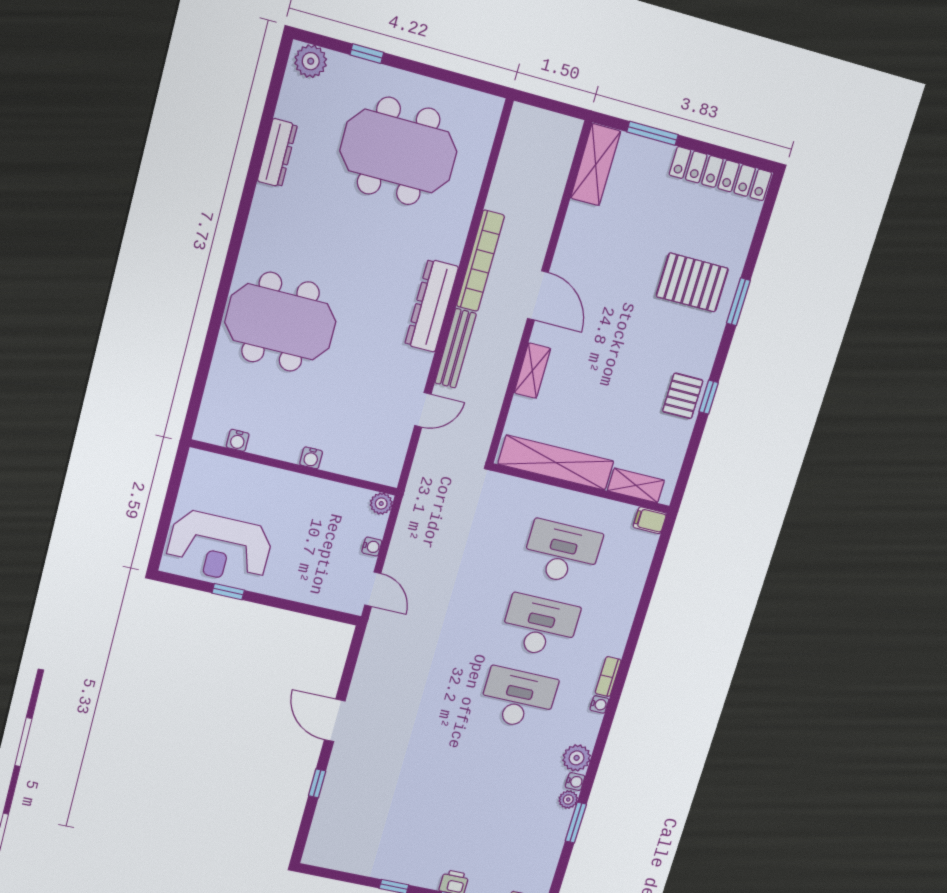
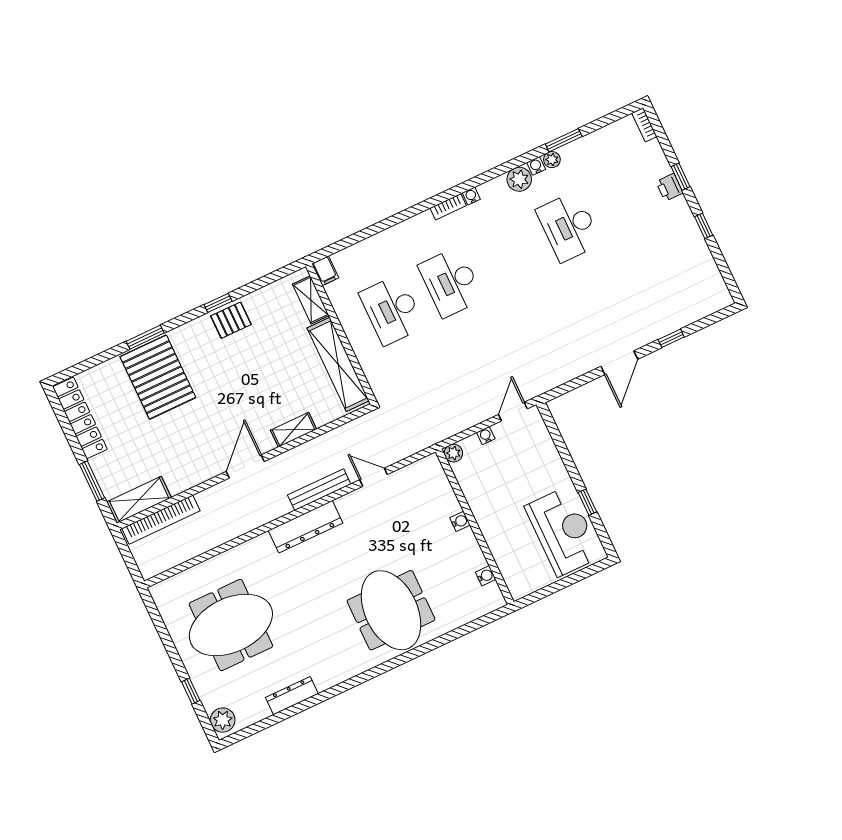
meeting table: (398, 151) -> (231, 625), turned 90
bookcase: (480, 261) -> (161, 520), moved, turned 180
pallet: (692, 282) -> (158, 377), width x1.37, depth x1.41
desk: (518, 698) -> (569, 227), moved

